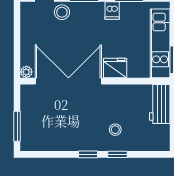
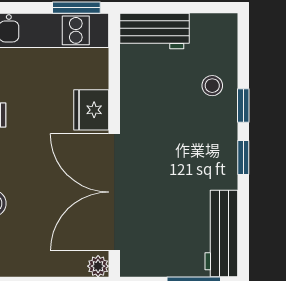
stool: (115, 130) -> (212, 86), moved
workbench: (45, 142) -> (221, 234), added

